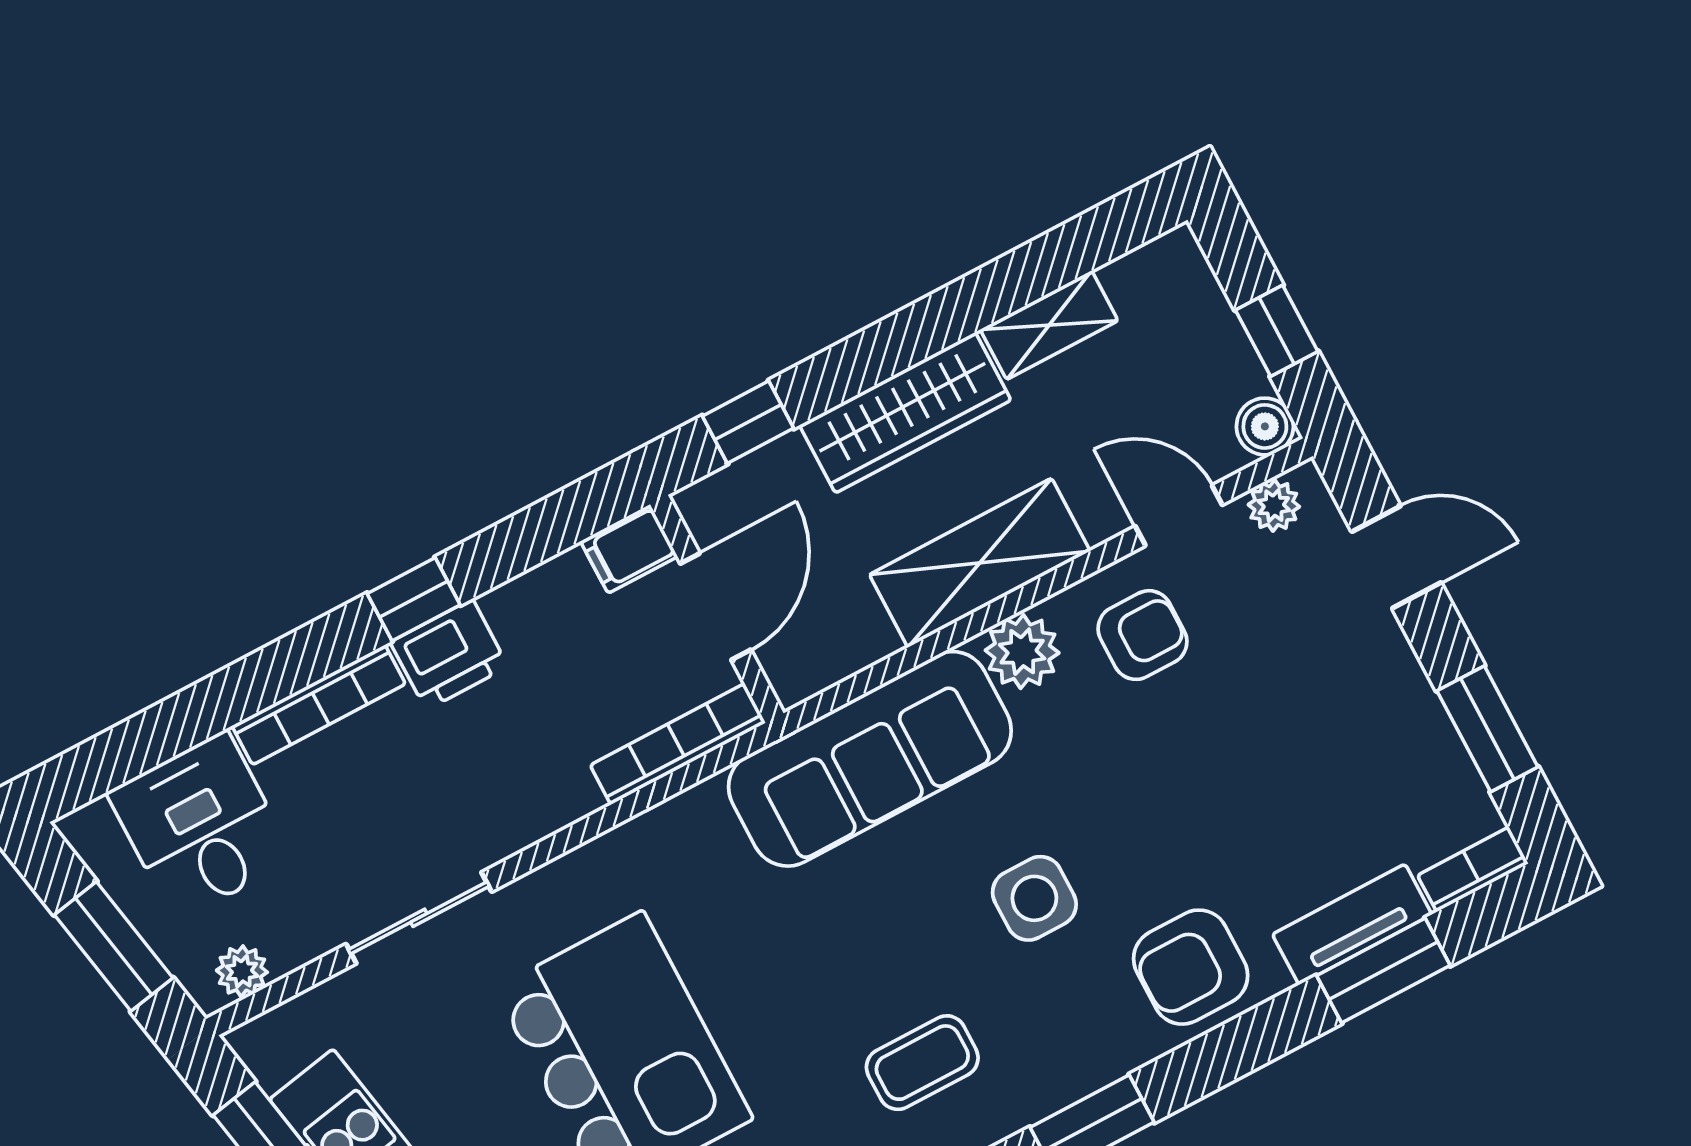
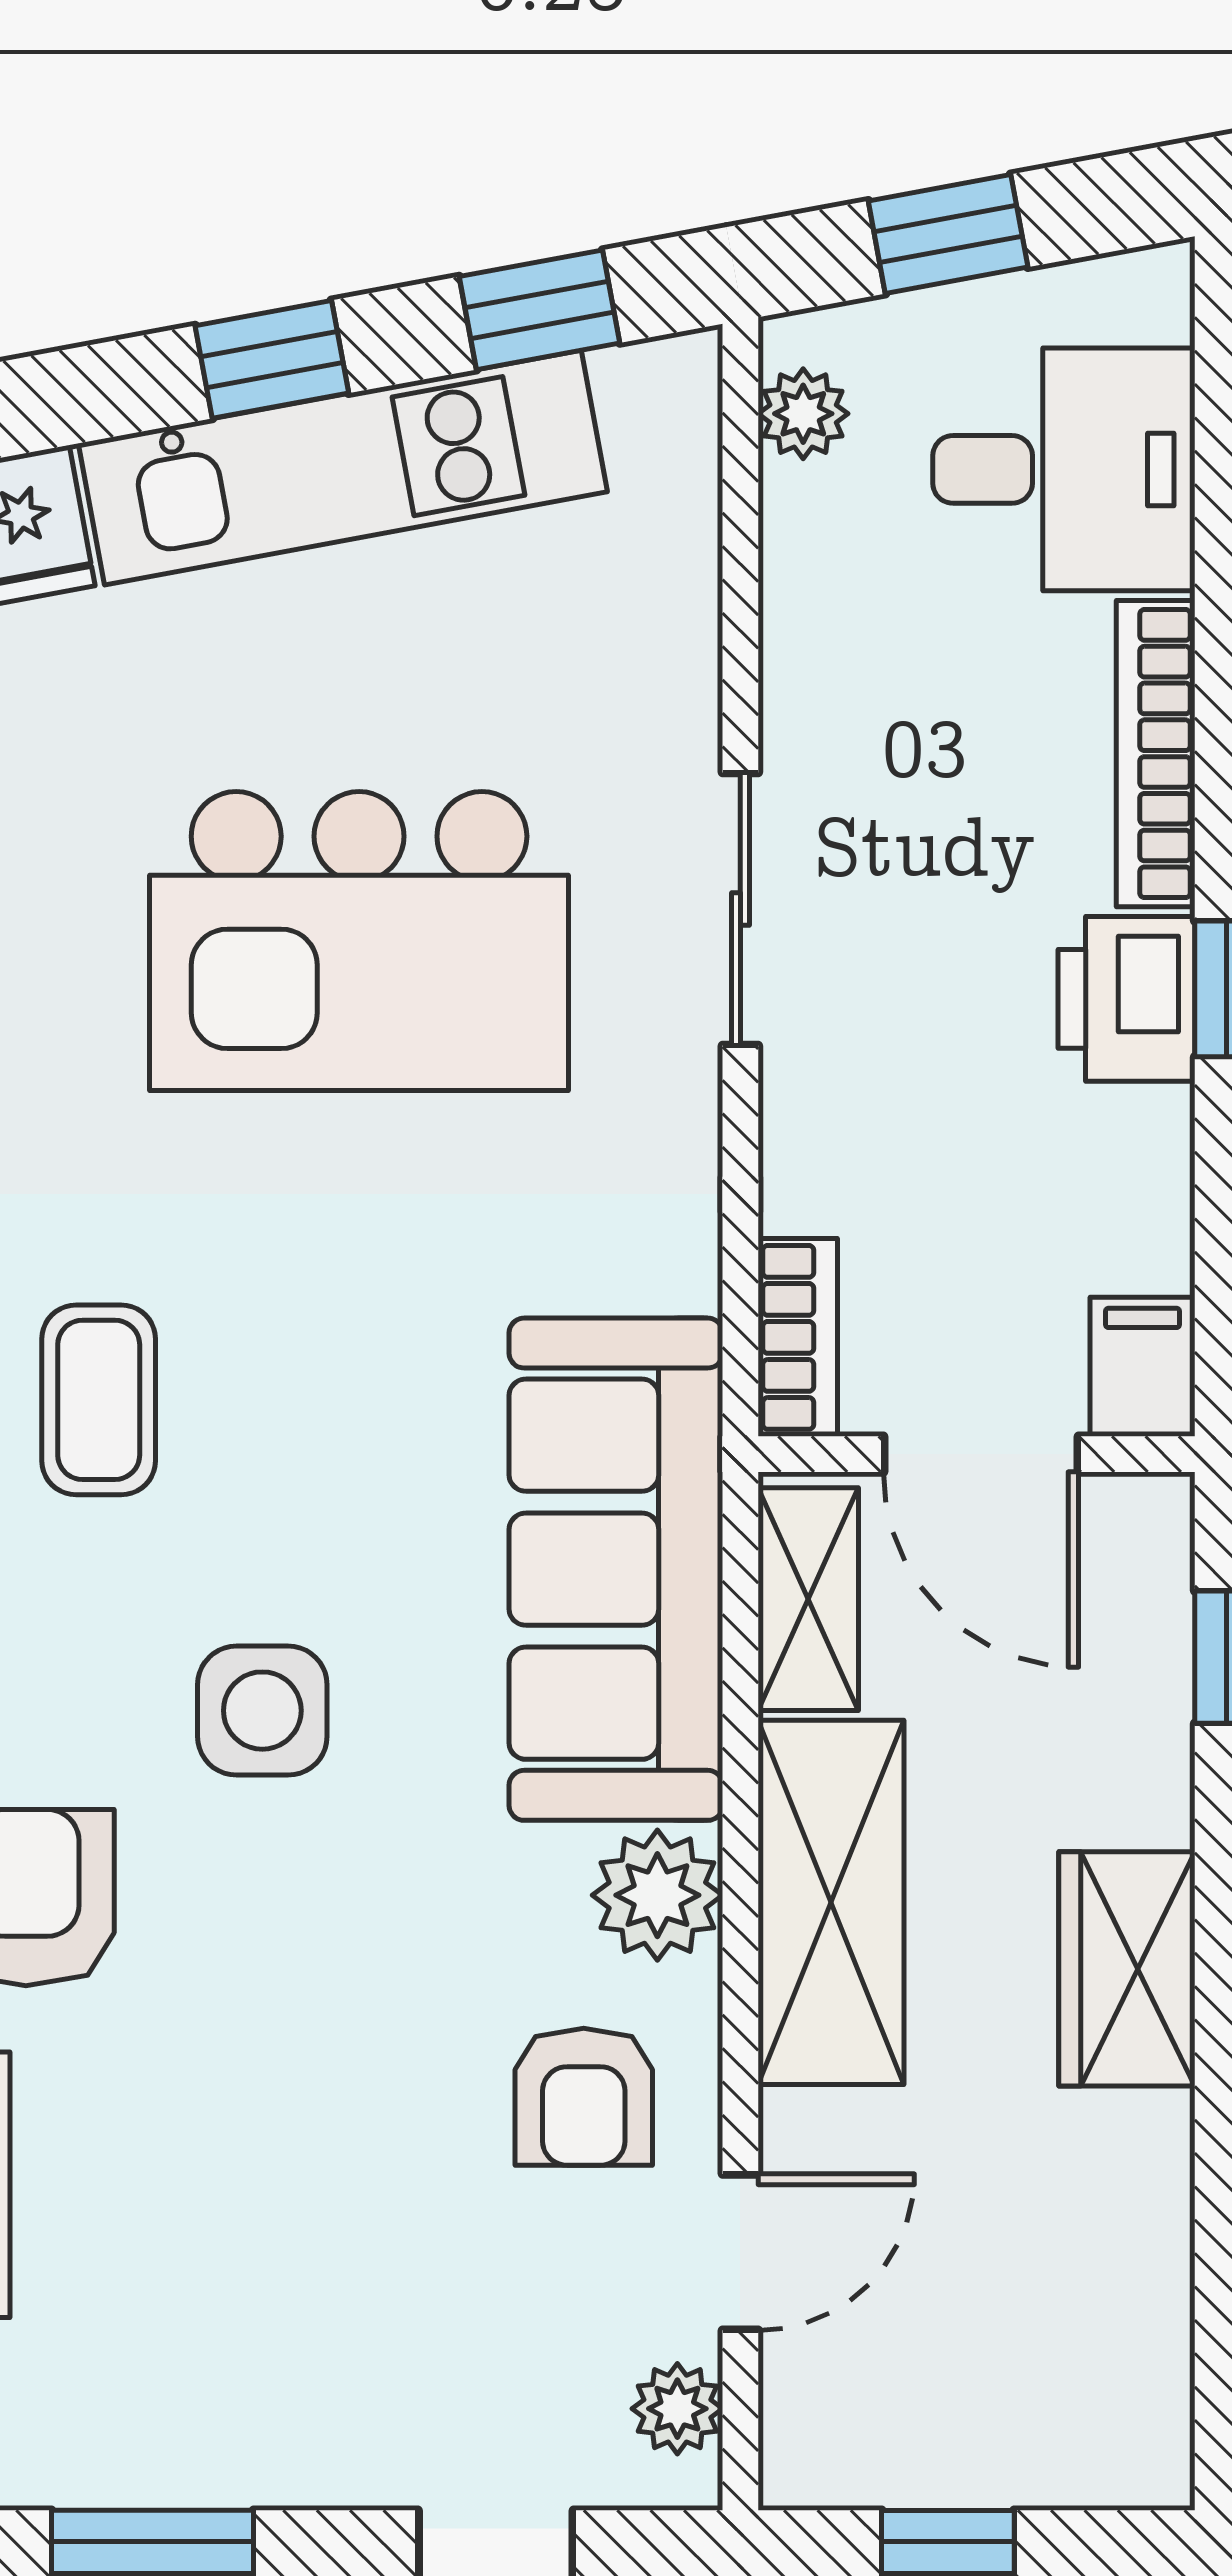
shelving: (1049, 325) -> (808, 1599), moved
wardrobe: (905, 413) -> (1127, 1969), width x0.67
boiler: (1265, 426) -> (808, 2460), removed
bookcase: (678, 744) -> (798, 1337), width x0.64
sliding door: (419, 918) -> (740, 909), moved
window: (114, 946) -> (948, 234), width x0.67

